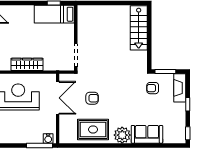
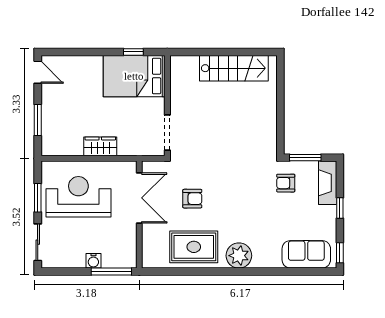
bed: (54, 14) -> (134, 76), width x1.50
stairs: (139, 28) -> (234, 68), moved, turned -90
wardrobe: (27, 64) -> (100, 146), width x0.67
sofa: (147, 134) -> (306, 254), moved
water cooler: (48, 139) -> (93, 261), moved

